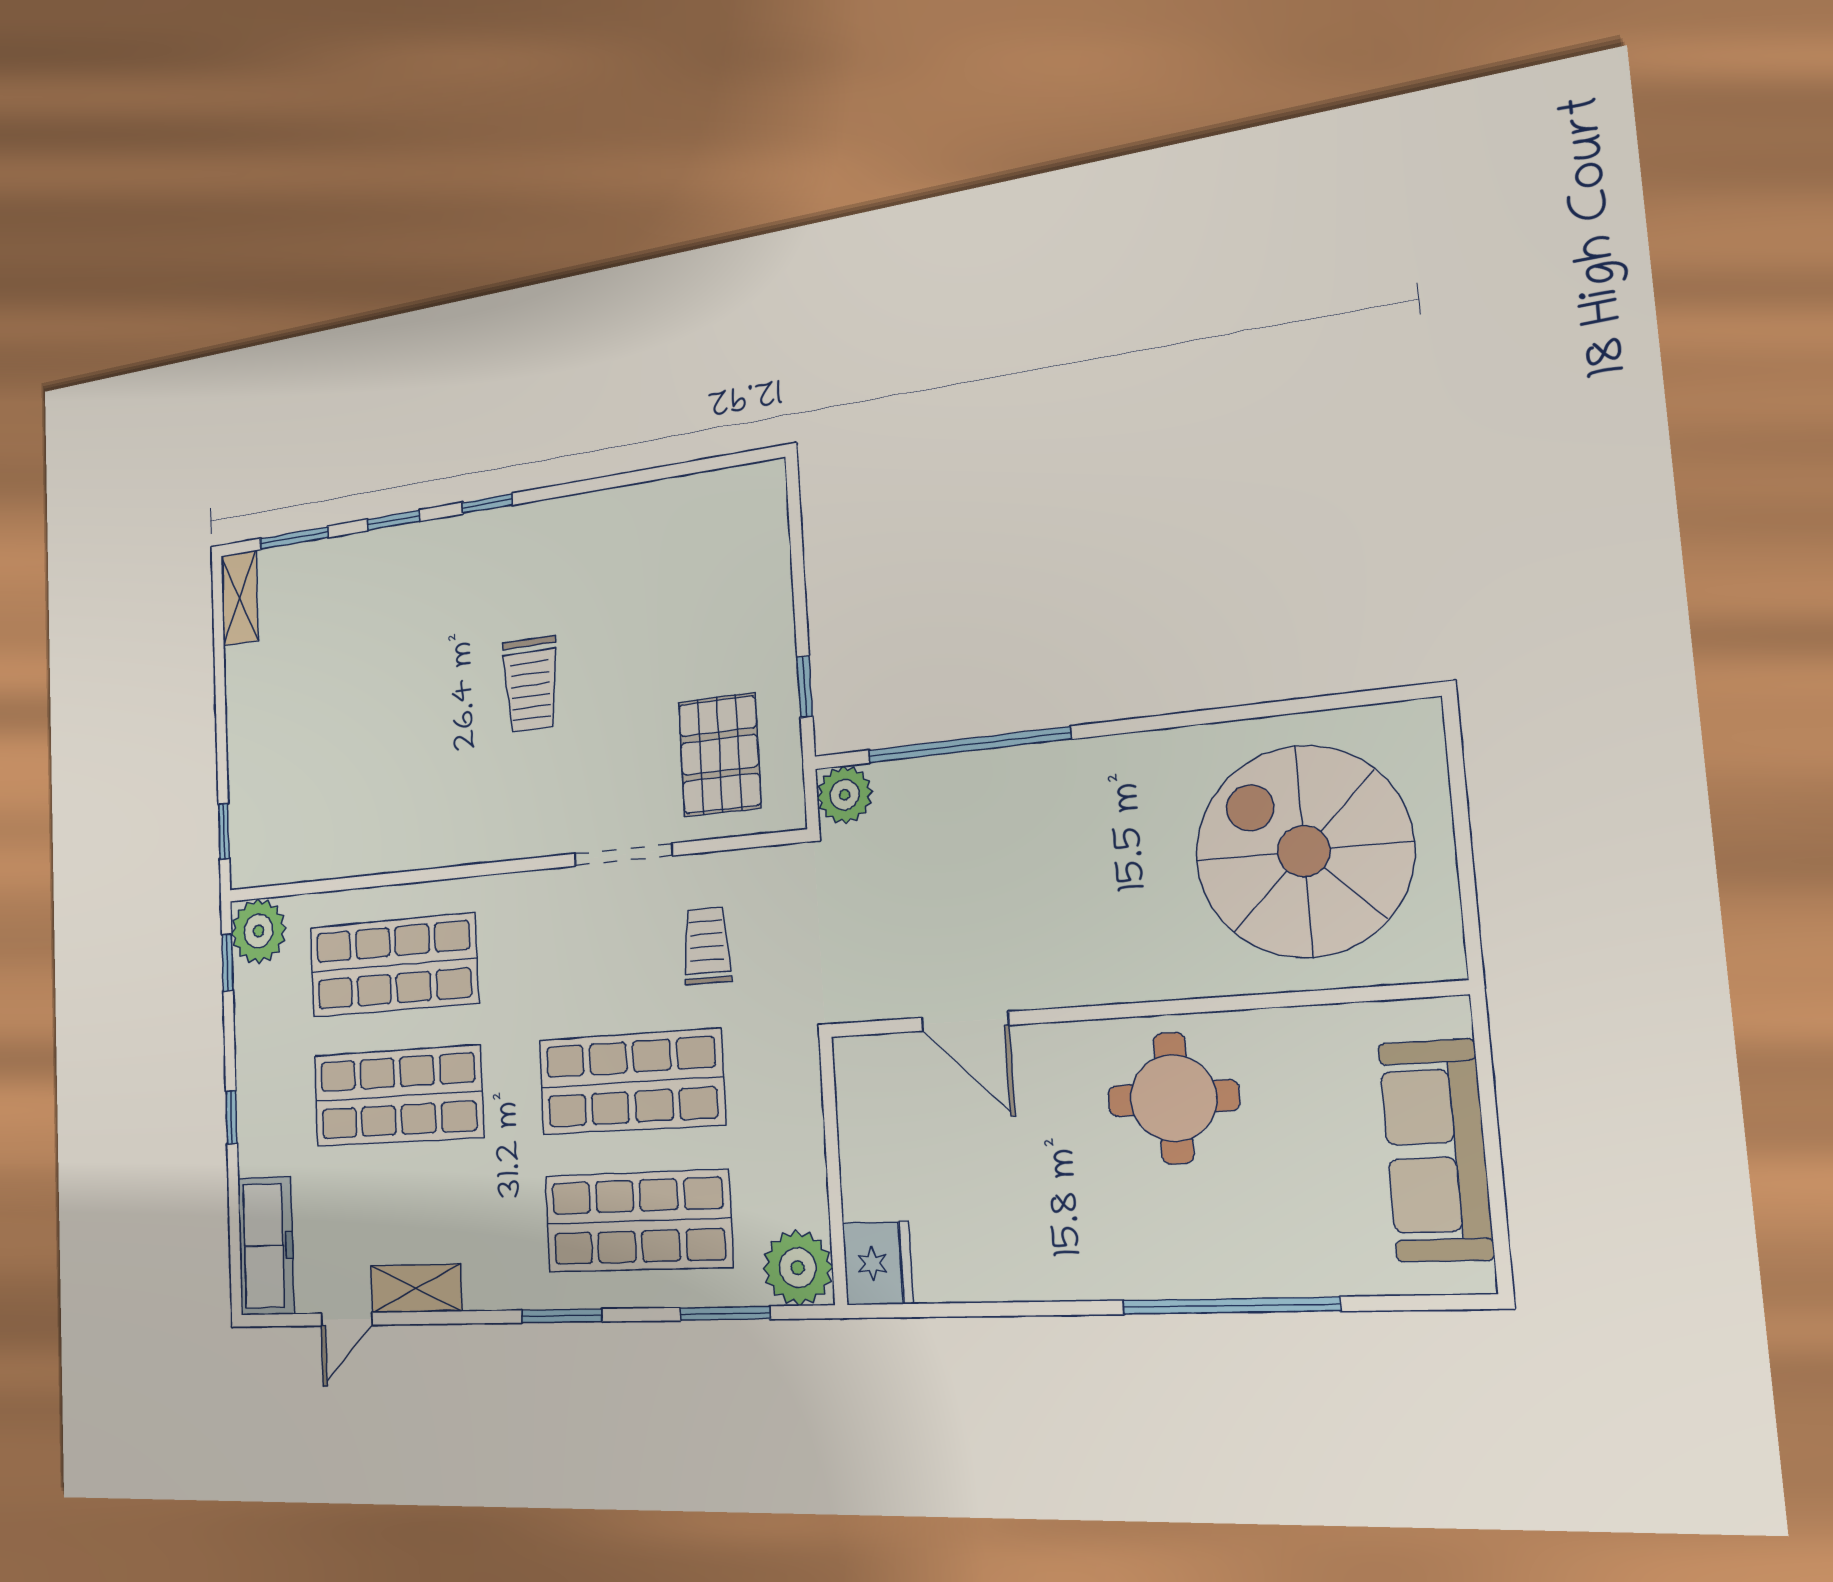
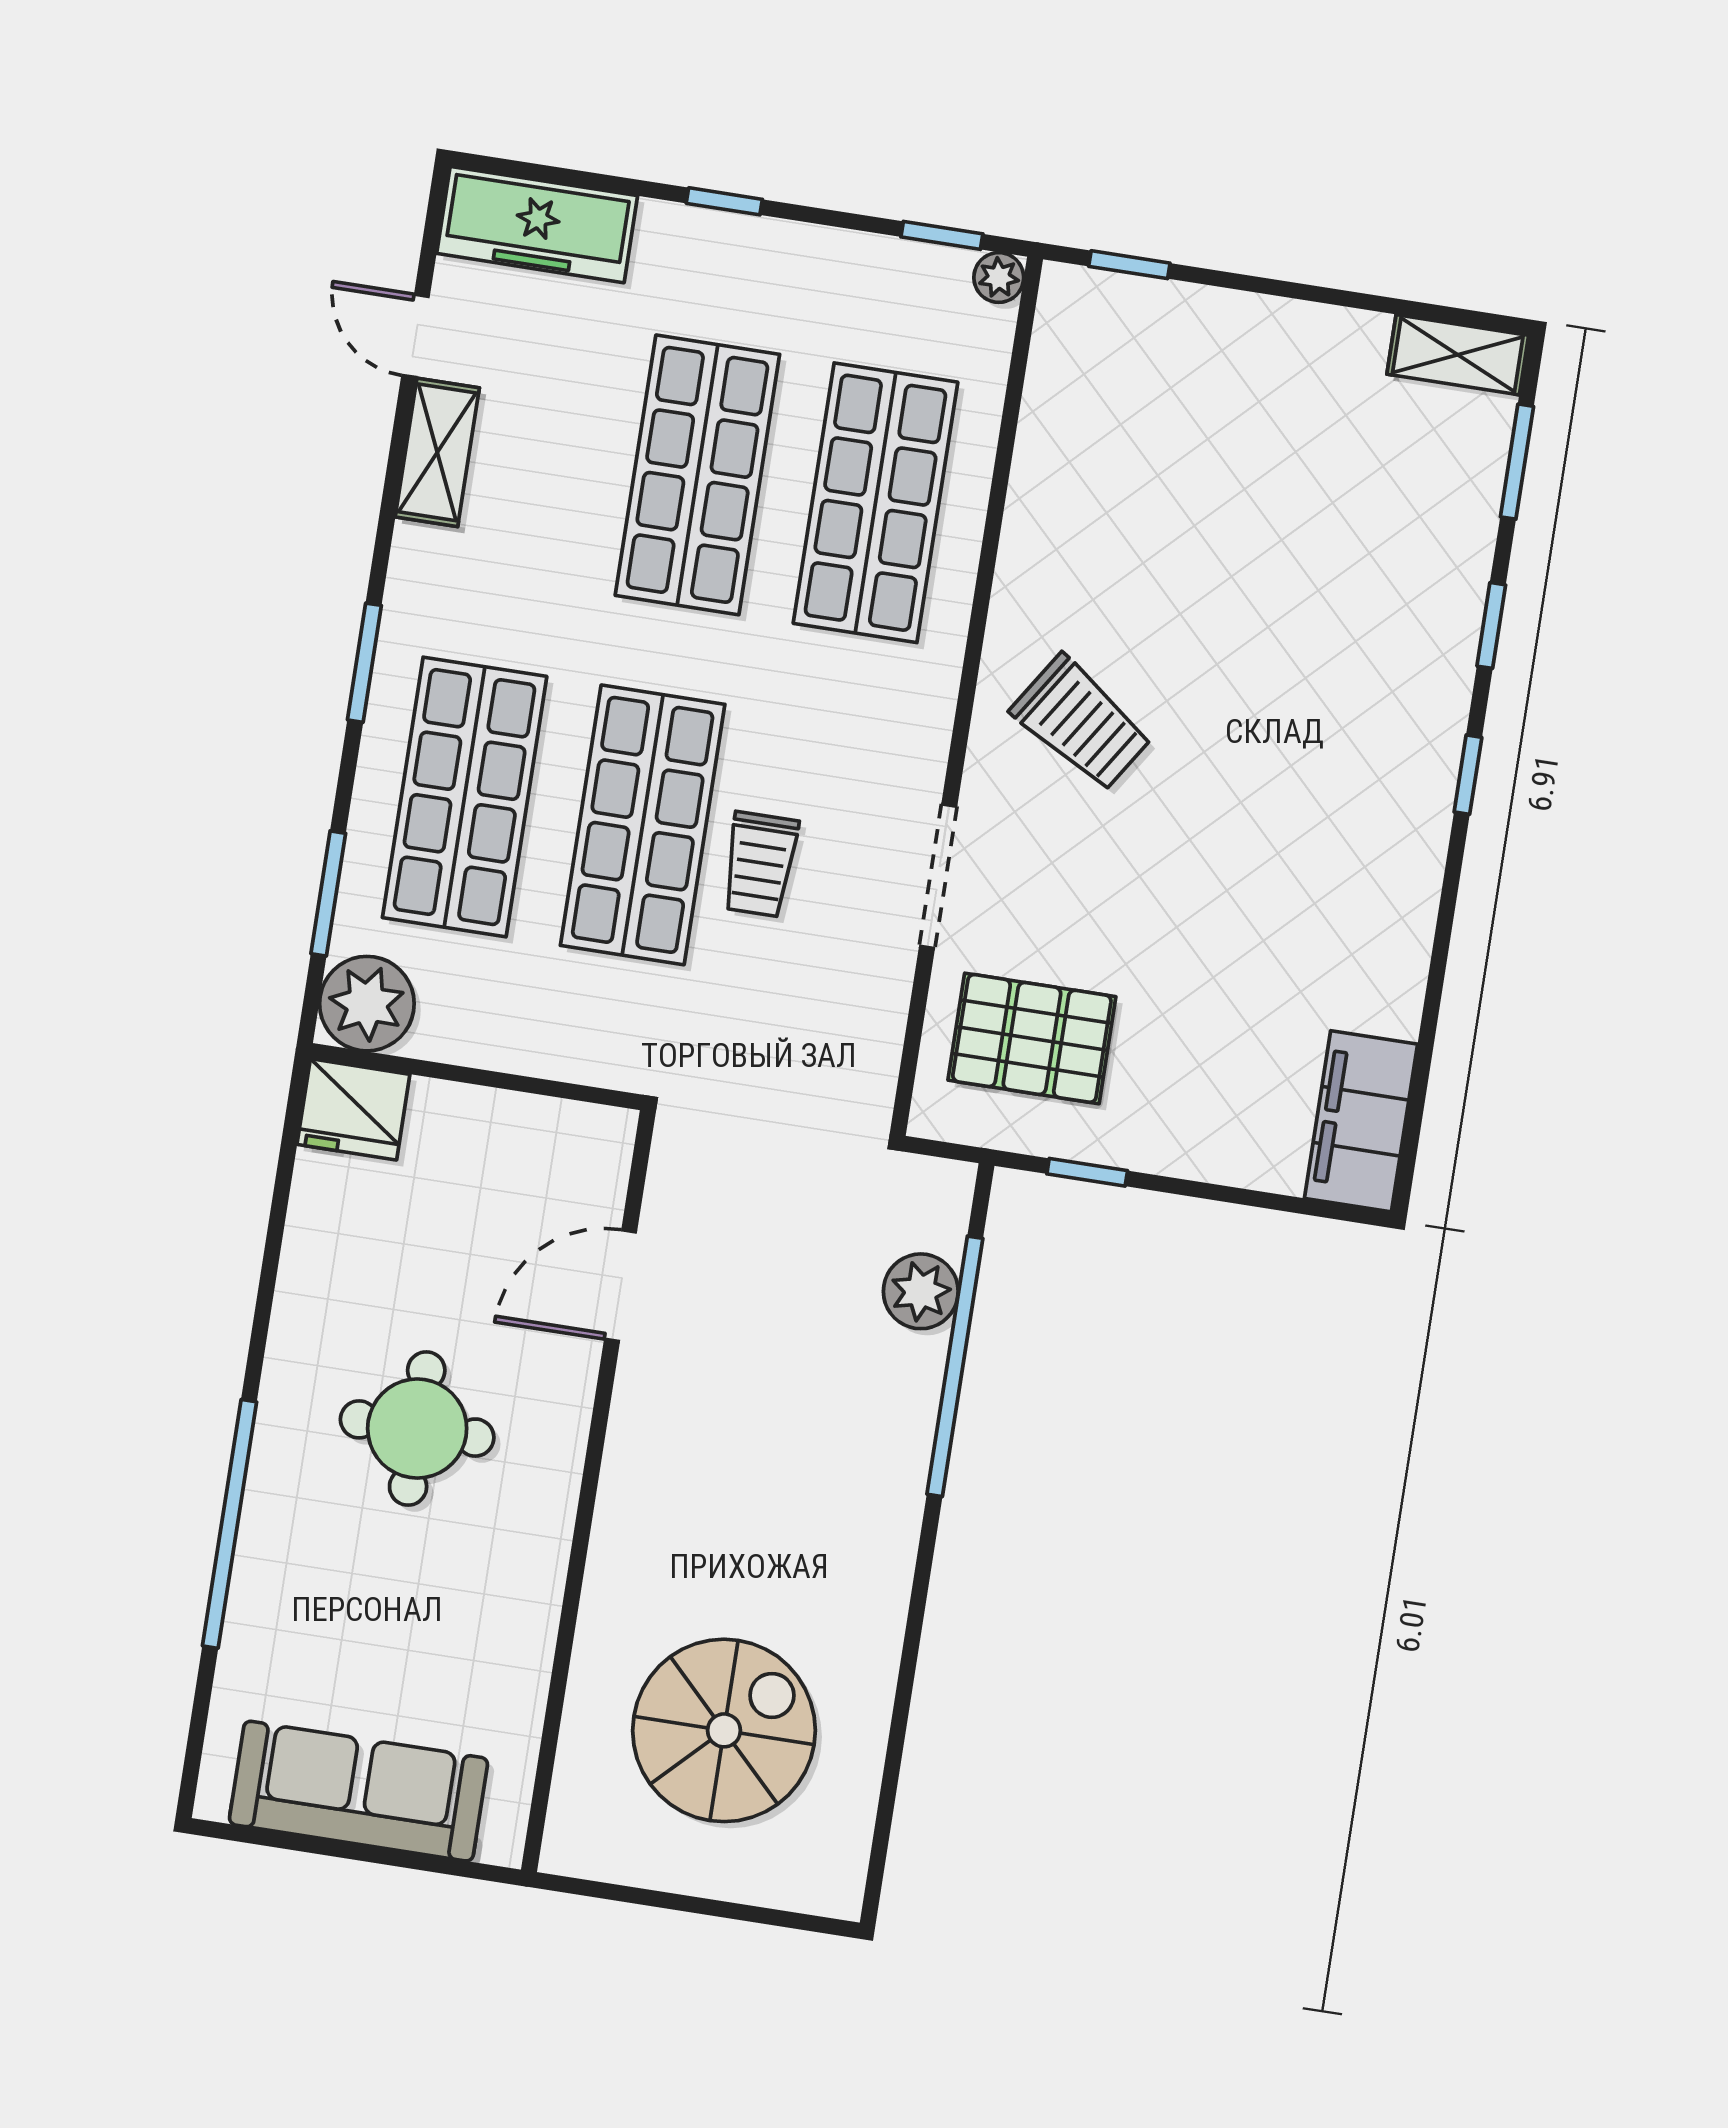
filing cabinet: (728, 500) -> (1361, 1121), added
trolley: (531, 684) -> (1081, 723), moved, turned -147
plant: (845, 795) -> (921, 1291), moved
spiral stairs: (1304, 851) -> (724, 1730), width x0.73, depth x0.73
plant: (259, 931) -> (999, 277), width x0.53, depth x0.53
trolley: (707, 946) -> (760, 864), moved, turned 90
round table: (1174, 1098) -> (417, 1428), moved

